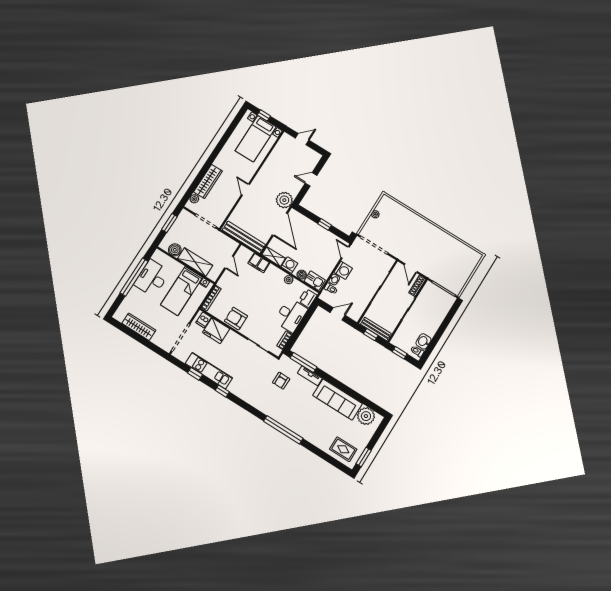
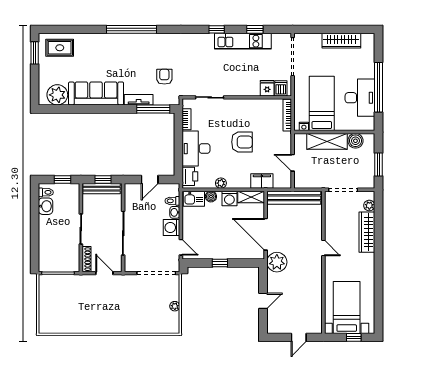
armchair: (236, 319) -> (242, 142), moved
fridge: (216, 331) -> (267, 88), width x0.53, depth x0.75

